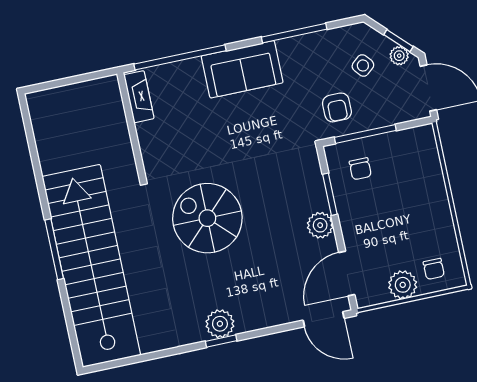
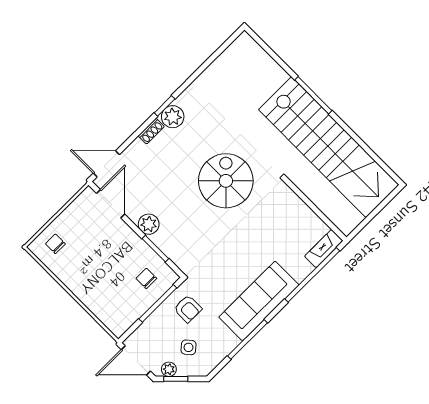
sofa: (242, 69) -> (259, 301), width x1.36
fireplace: (139, 97) -> (324, 248), moved, turned 90
armchair: (337, 107) -> (188, 309), turned 180
spiral stairs: (207, 218) -> (226, 181), turned -90
stairs: (91, 266) -> (329, 147), moved
plant: (403, 285) -> (69, 220), removed
shoe rack: (253, 323) -> (151, 131), added

